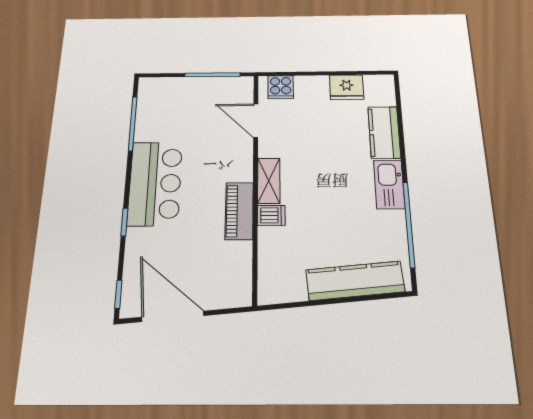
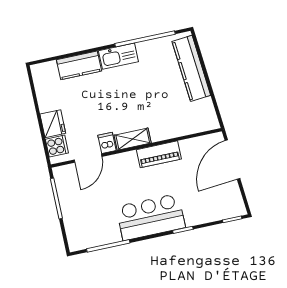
fridge: (347, 87) -> (53, 124), moved
dishwasher: (271, 215) -> (107, 143), moved
door: (173, 316) -> (232, 160), moved

